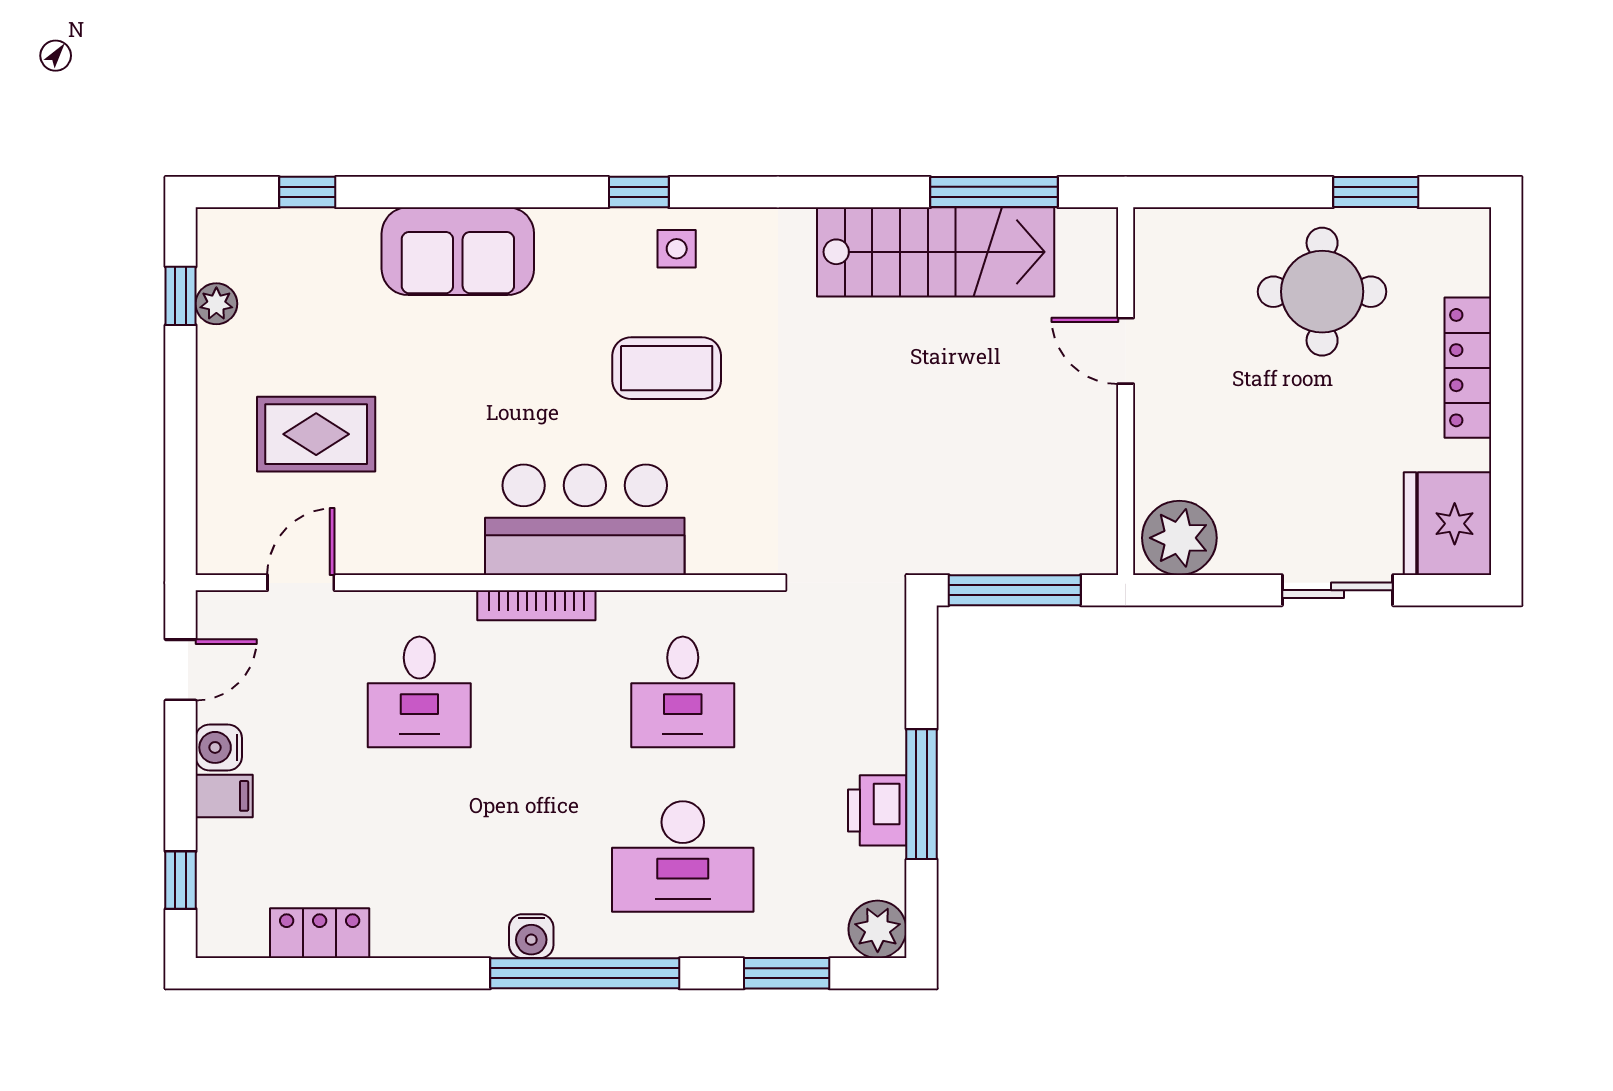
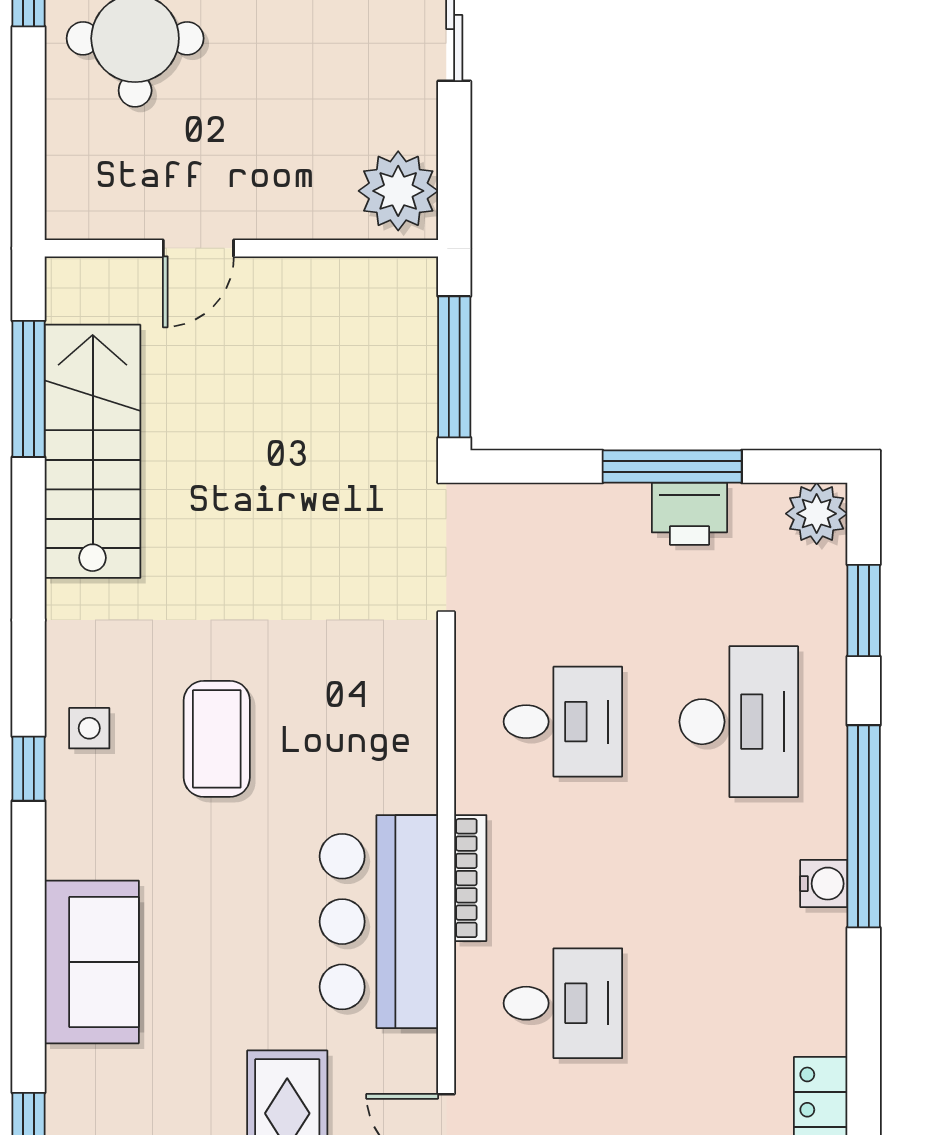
bar counter: (585, 520) -> (379, 922), moved

